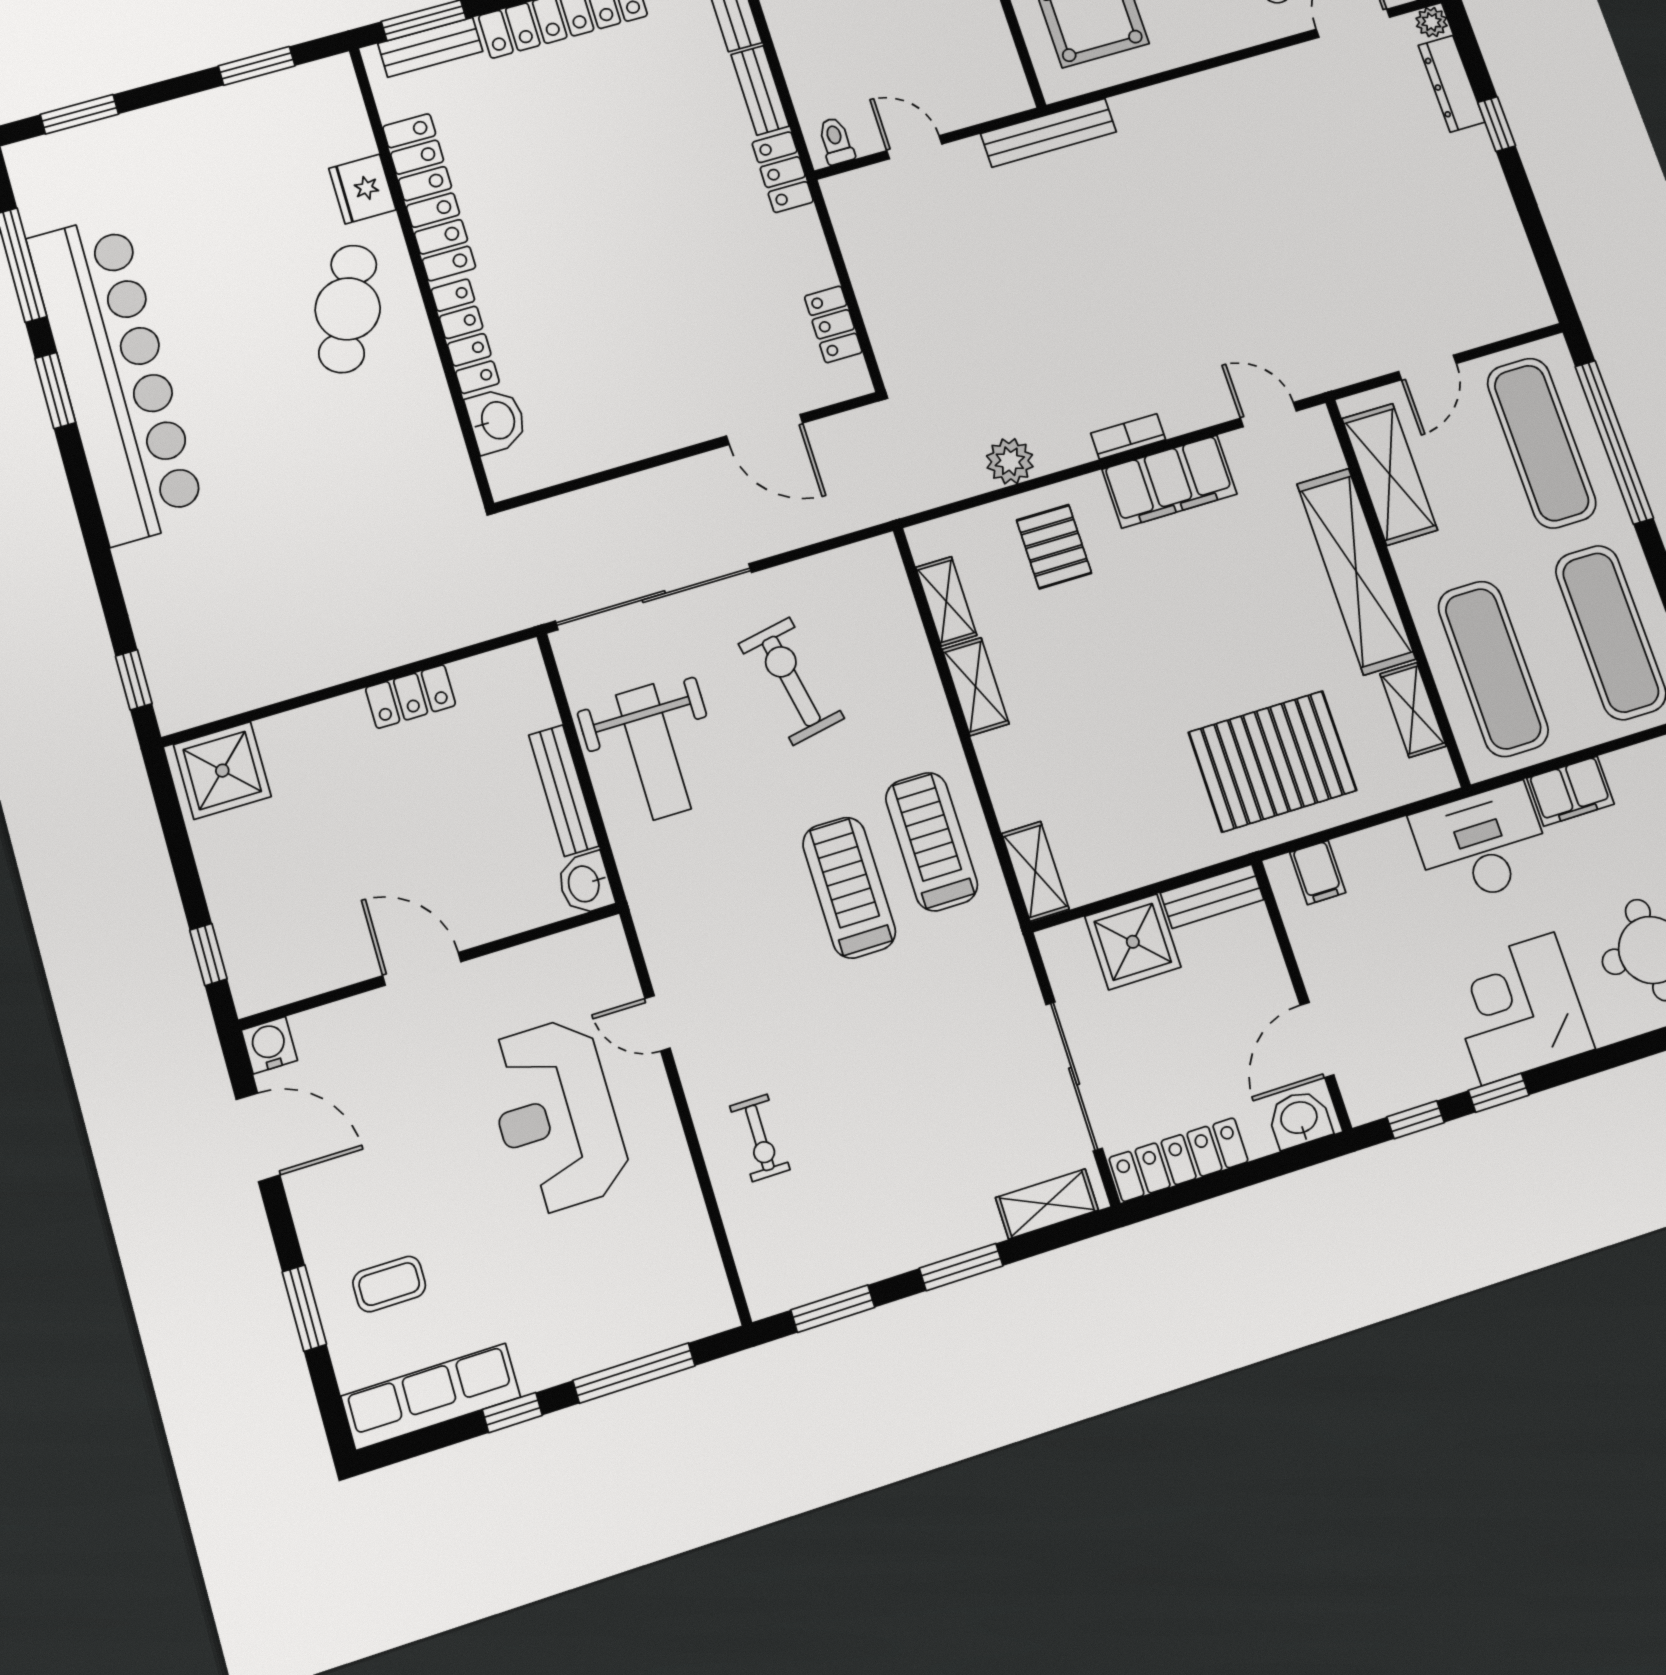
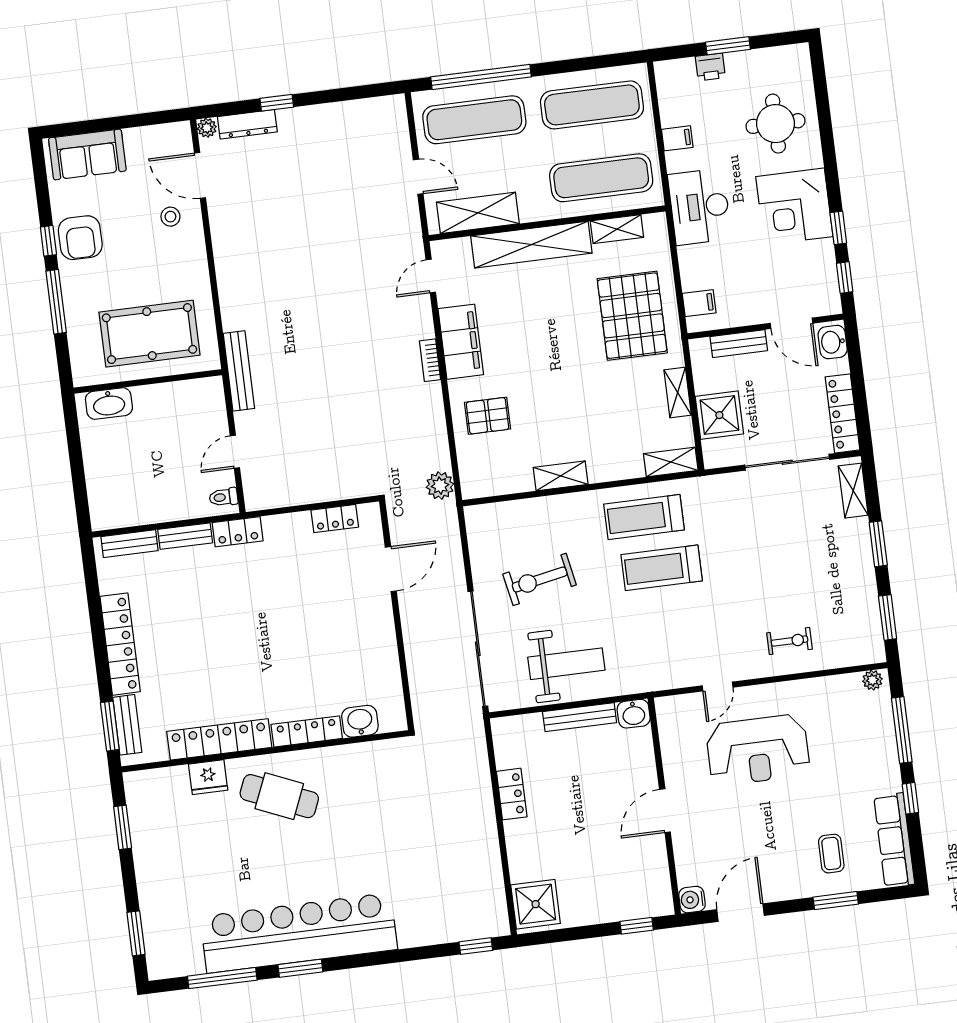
plant: (1010, 461) -> (440, 486), moved
shelving: (946, 601) -> (678, 393), moved, turned 90
filing cabinet: (1570, 791) -> (677, 138), width x0.50
bench: (1212, 896) -> (739, 344), moved, turned 90
plant: (715, 1302) -> (872, 680), added

